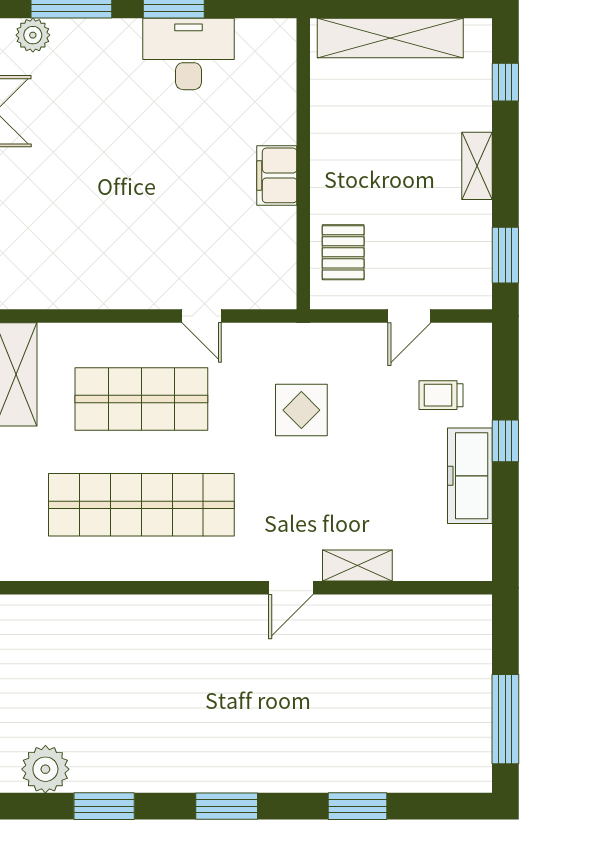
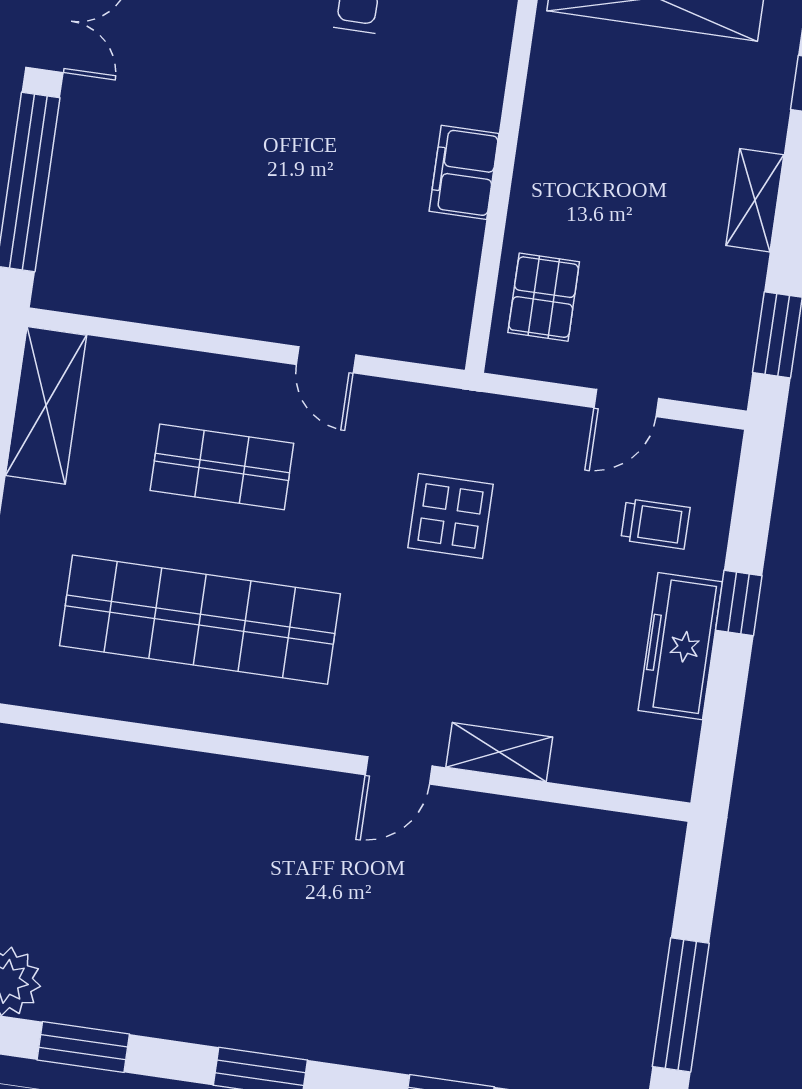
trolley: (441, 395) -> (655, 524), turned 180
shop shelf: (141, 399) -> (222, 467), width x0.70, depth x0.74

